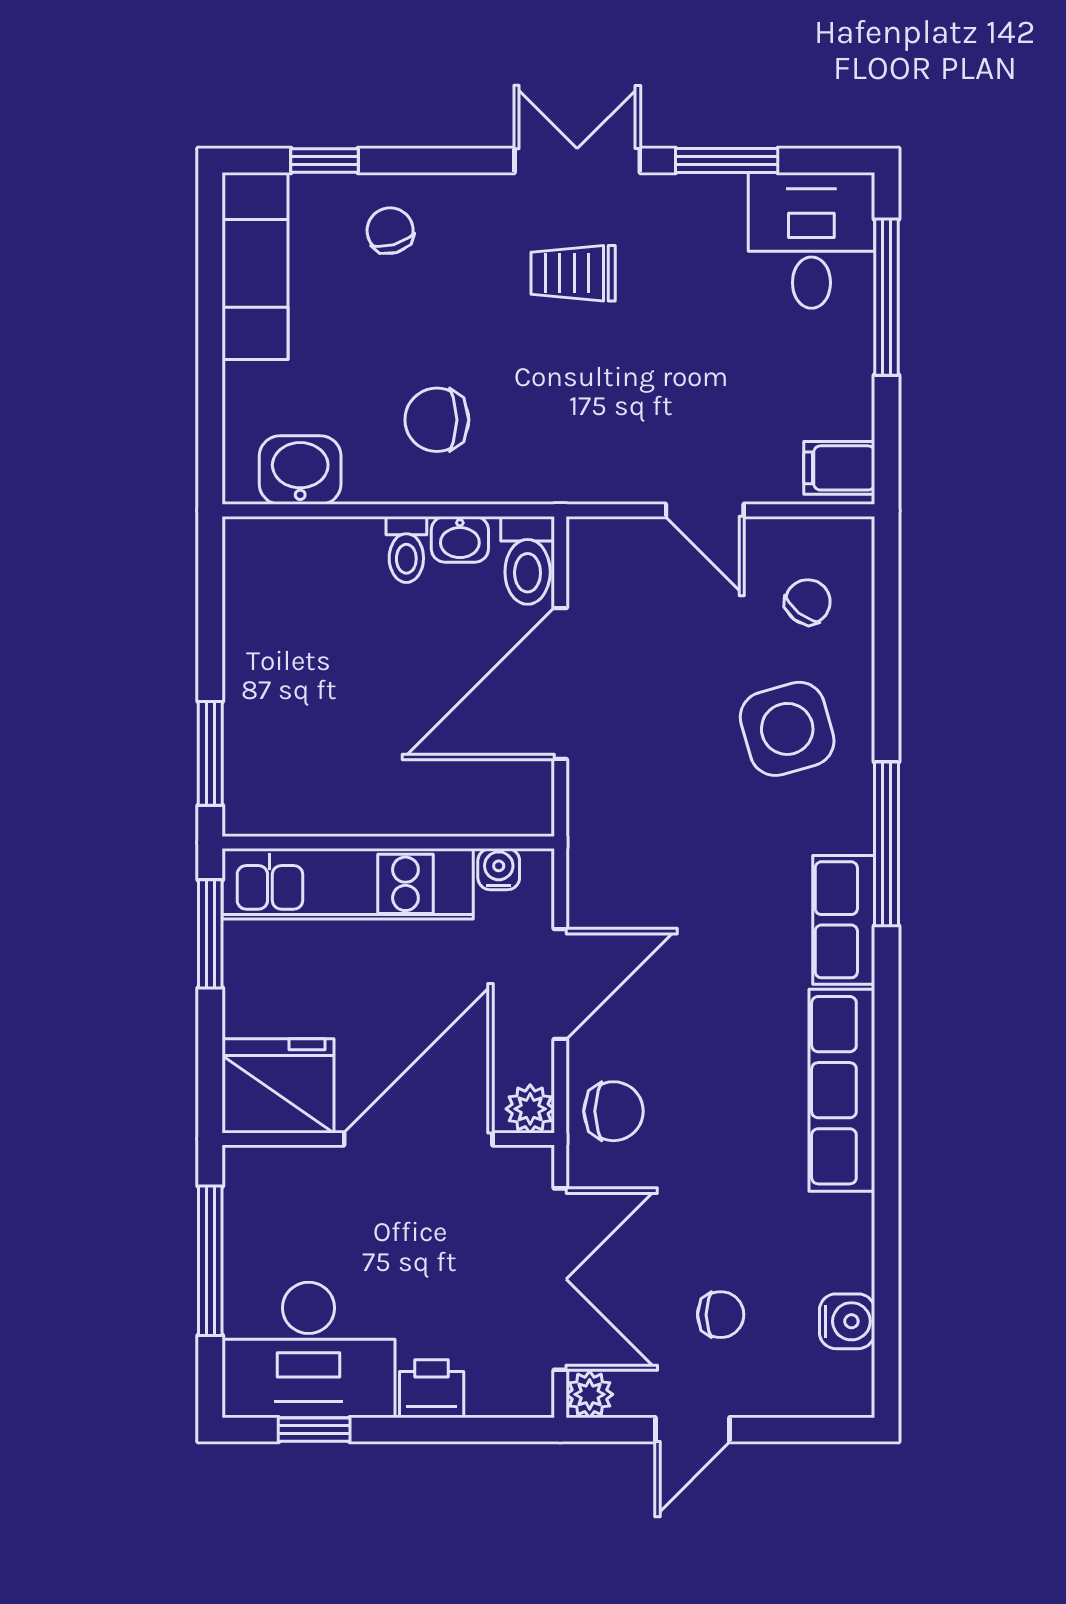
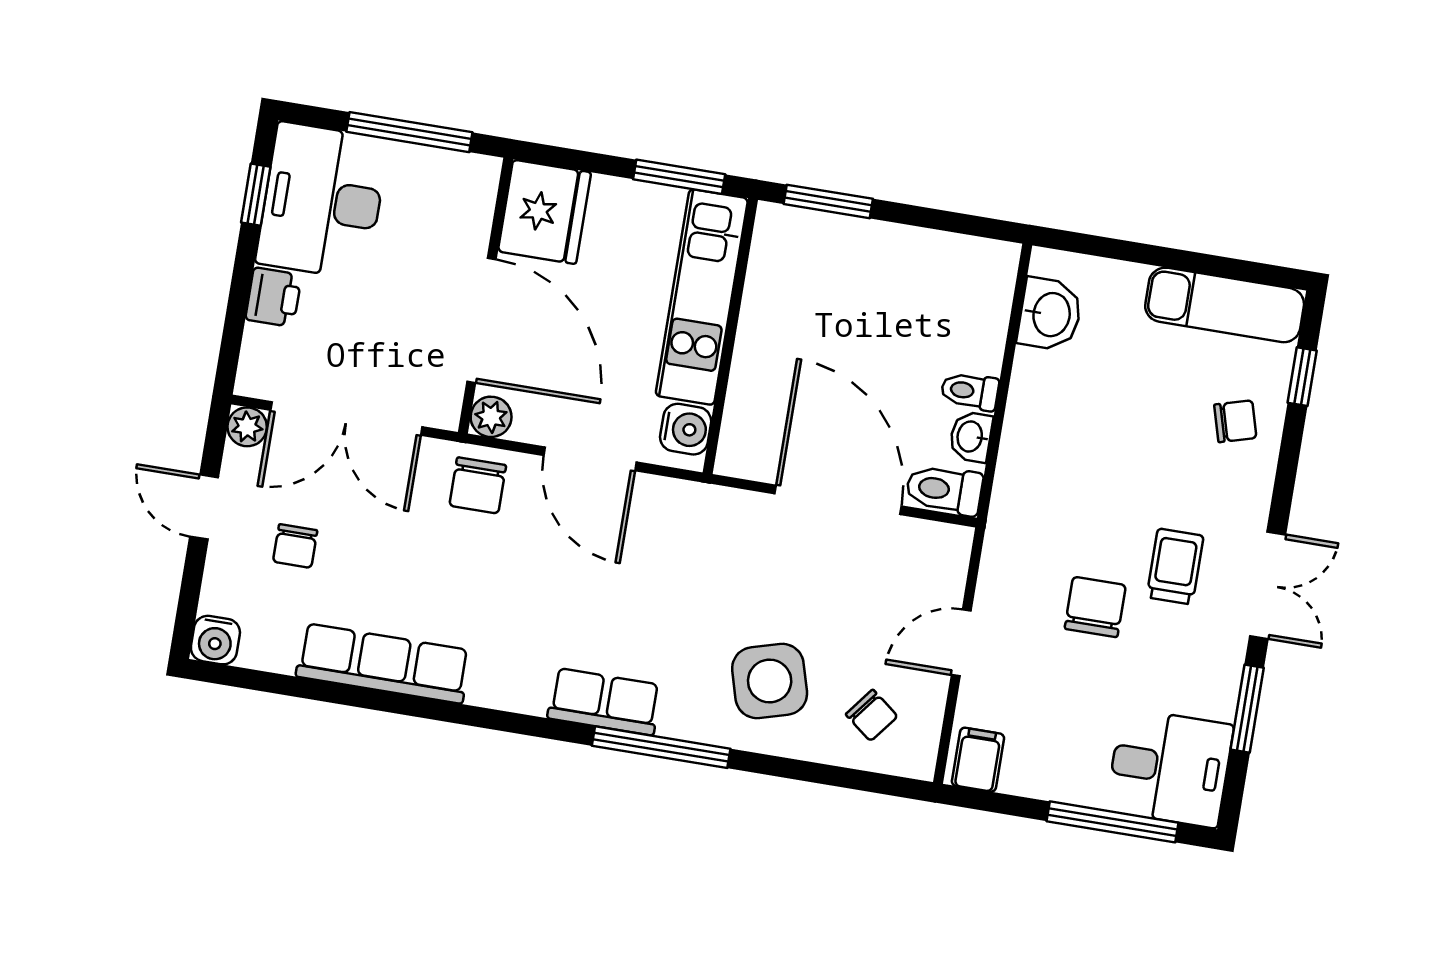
chair: (437, 420) -> (1095, 607), moved
water cooler: (499, 869) -> (686, 429), width x1.38, depth x1.38
row of seats: (842, 1090) -> (383, 663), moved
water cooler: (847, 1321) -> (215, 640), moved

